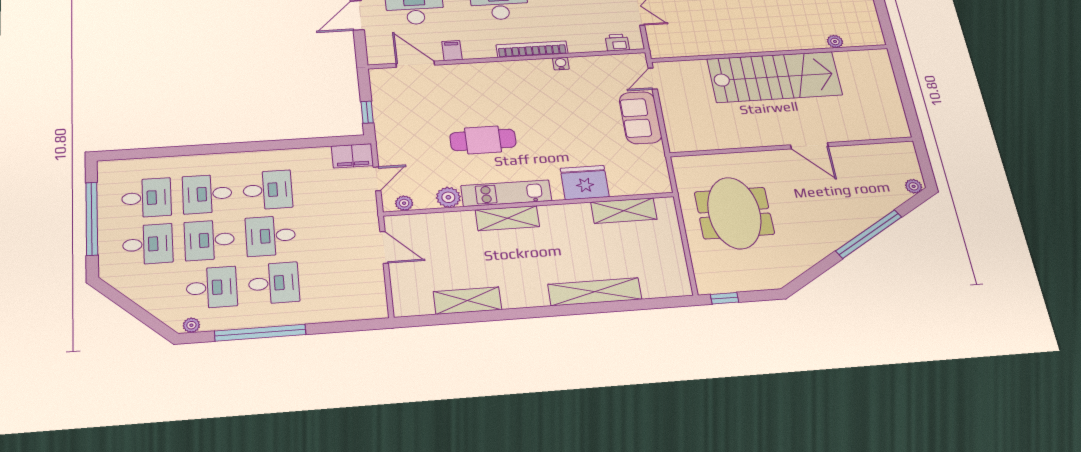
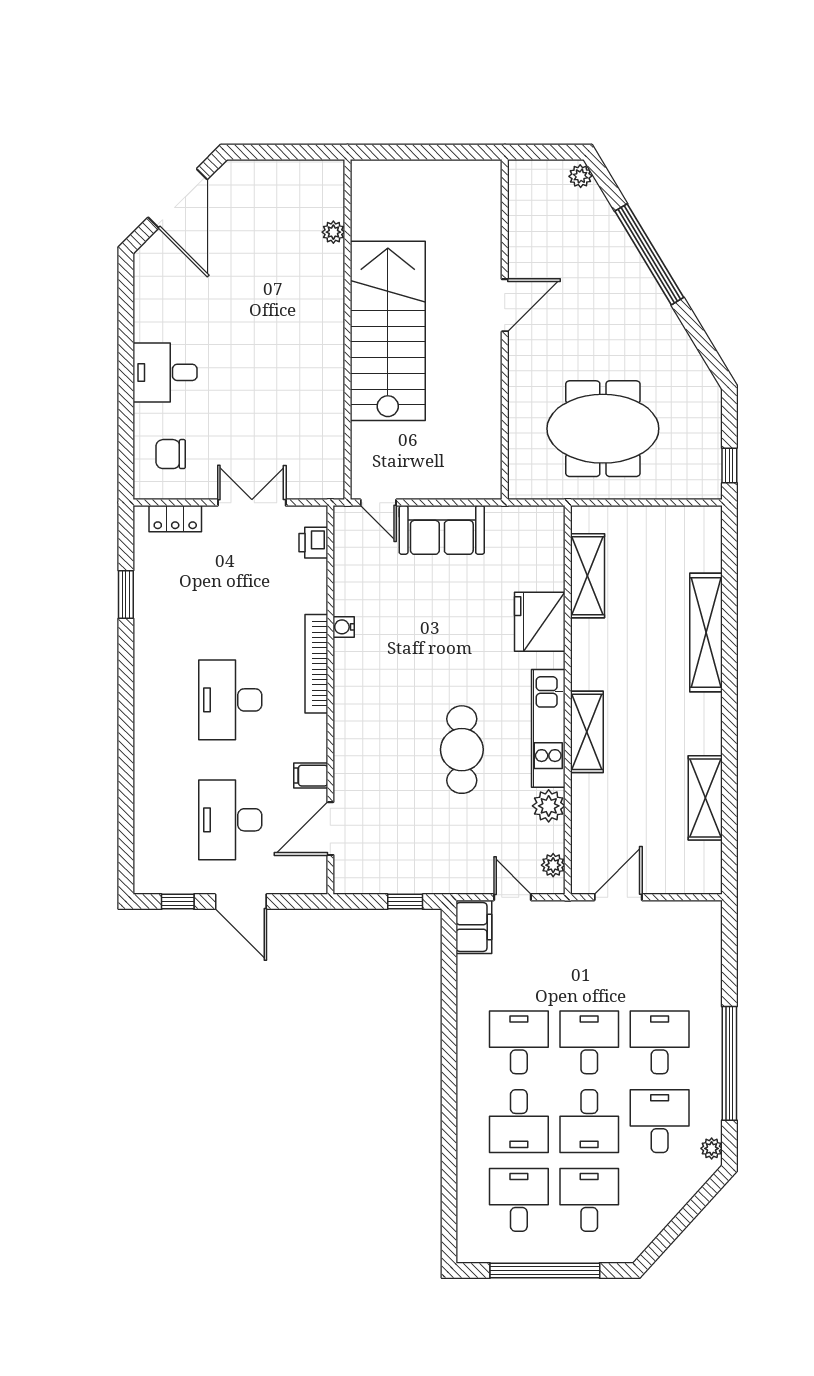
desk: (271, 236) -> (589, 1042), turned 180

